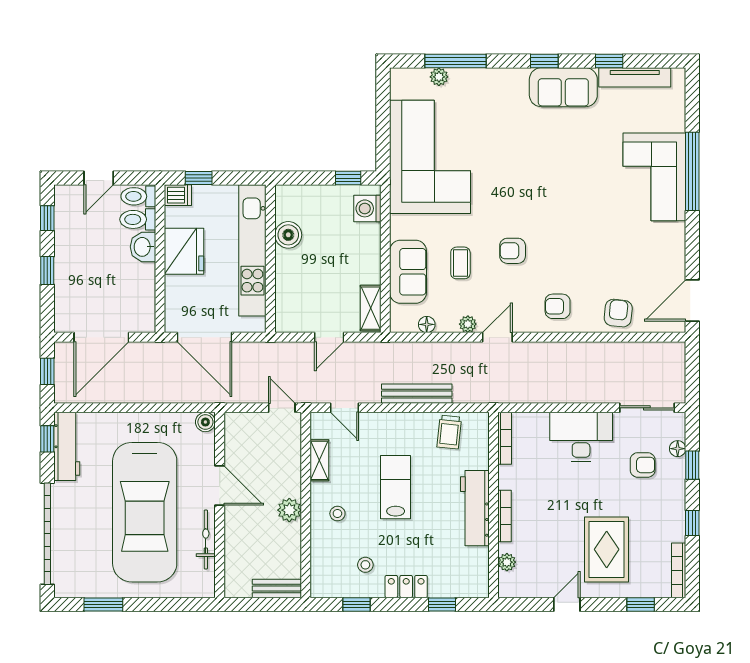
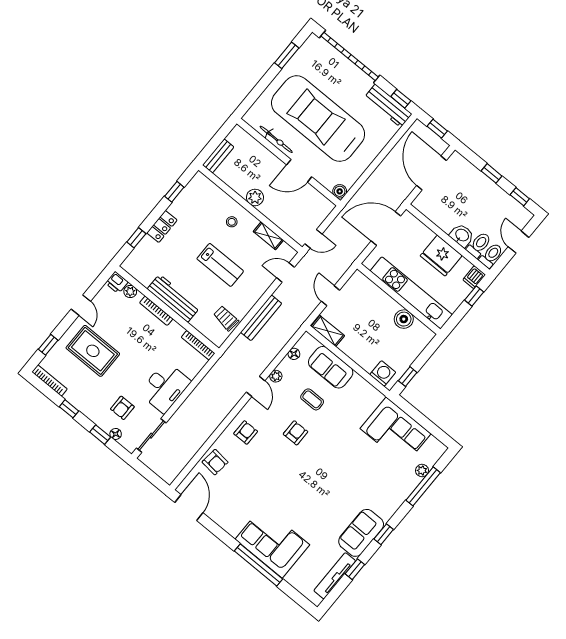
corner sofa: (430, 157) -> (396, 431), width x0.73, depth x0.74
stool: (365, 565) -> (192, 214), removed
printer: (509, 585) -> (117, 282), added

